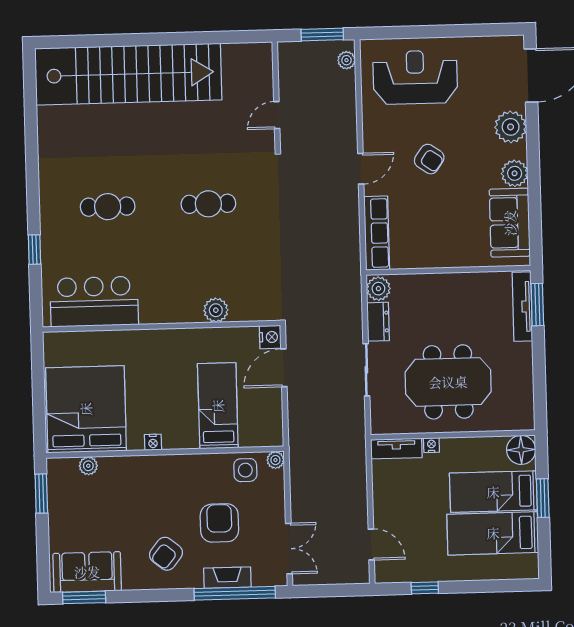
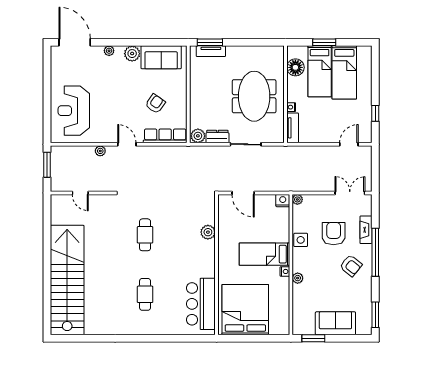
plant: (346, 60) -> (100, 151), moved
door: (277, 115) -> (80, 193), moved
plant: (511, 127) -> (109, 51), width x0.53, depth x0.53
armchair: (429, 159) -> (155, 104), moved
window: (35, 250) -> (169, 338), removed
tv unit: (522, 307) -> (211, 51), width x0.71
nightstand: (270, 337) -> (283, 201), moved
bed: (218, 406) -> (264, 254), moved
bed: (86, 409) -> (245, 310), moved, turned 90
floor lamp: (521, 450) -> (295, 67), moved
plant: (88, 466) -> (298, 278), moved
side table: (245, 470) -> (301, 240), moved
armchair: (219, 523) -> (334, 234), turned 90
sofa: (87, 572) -> (335, 323), moved, turned 90
window: (235, 593) -> (375, 252), moved

